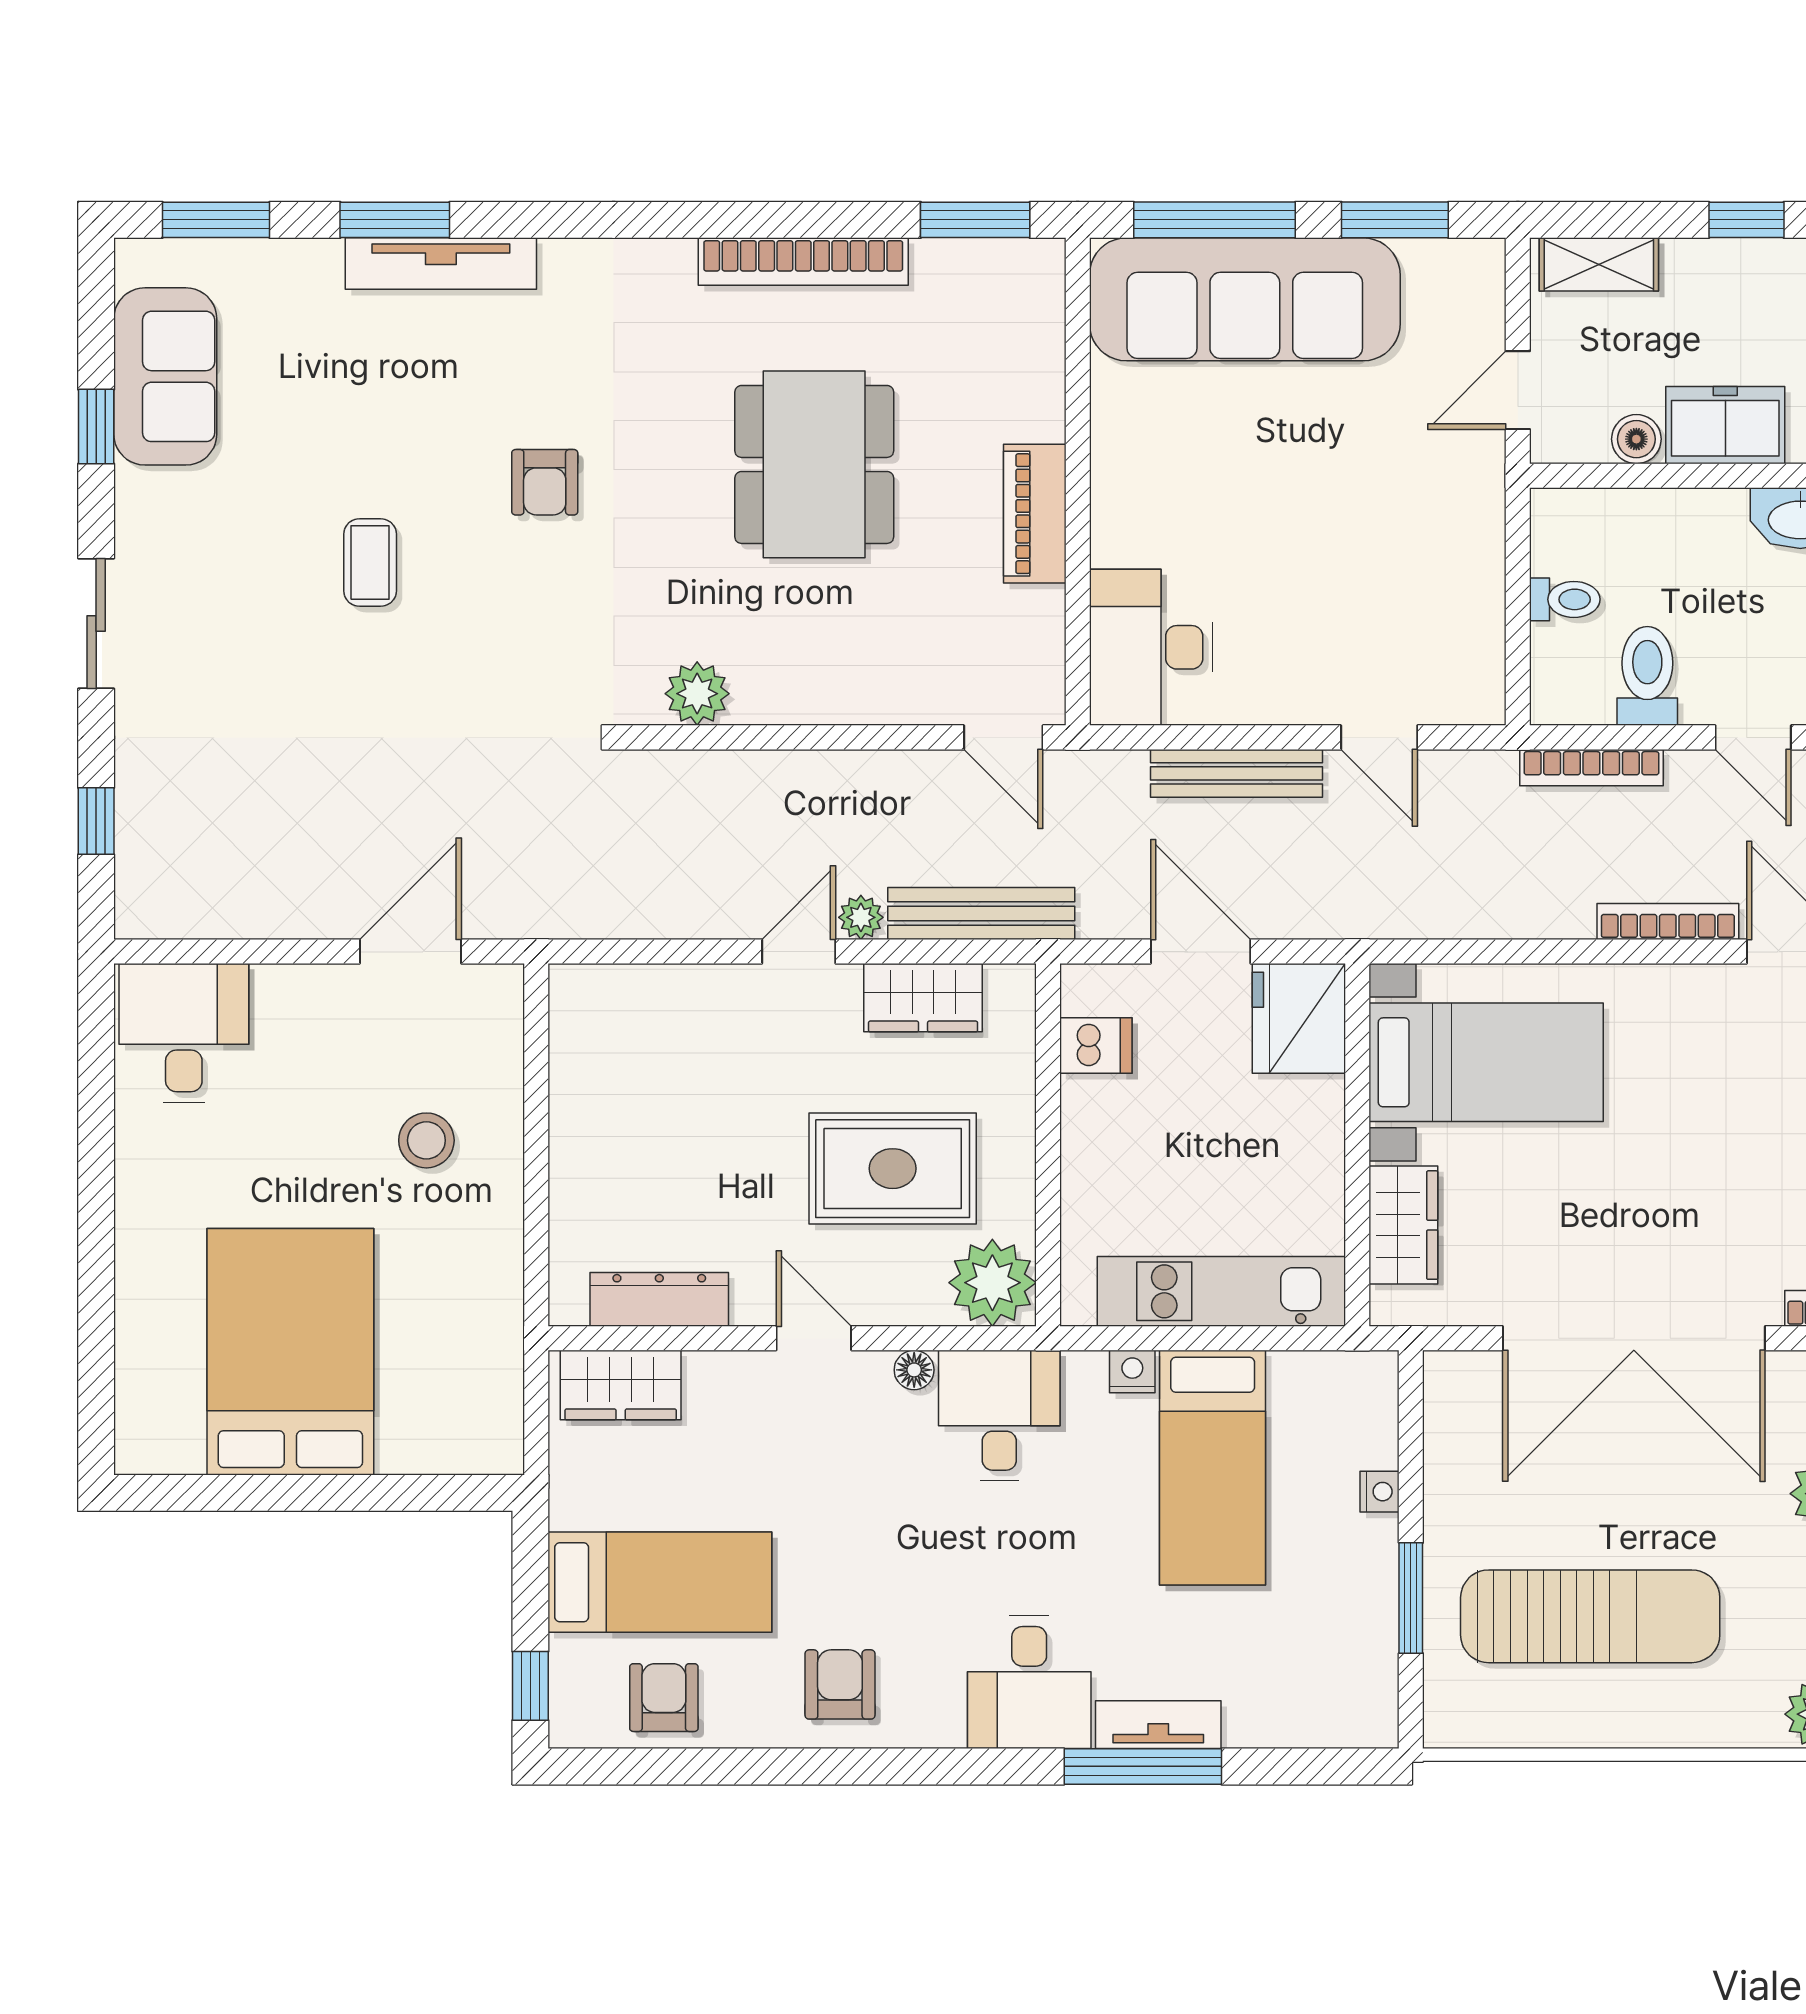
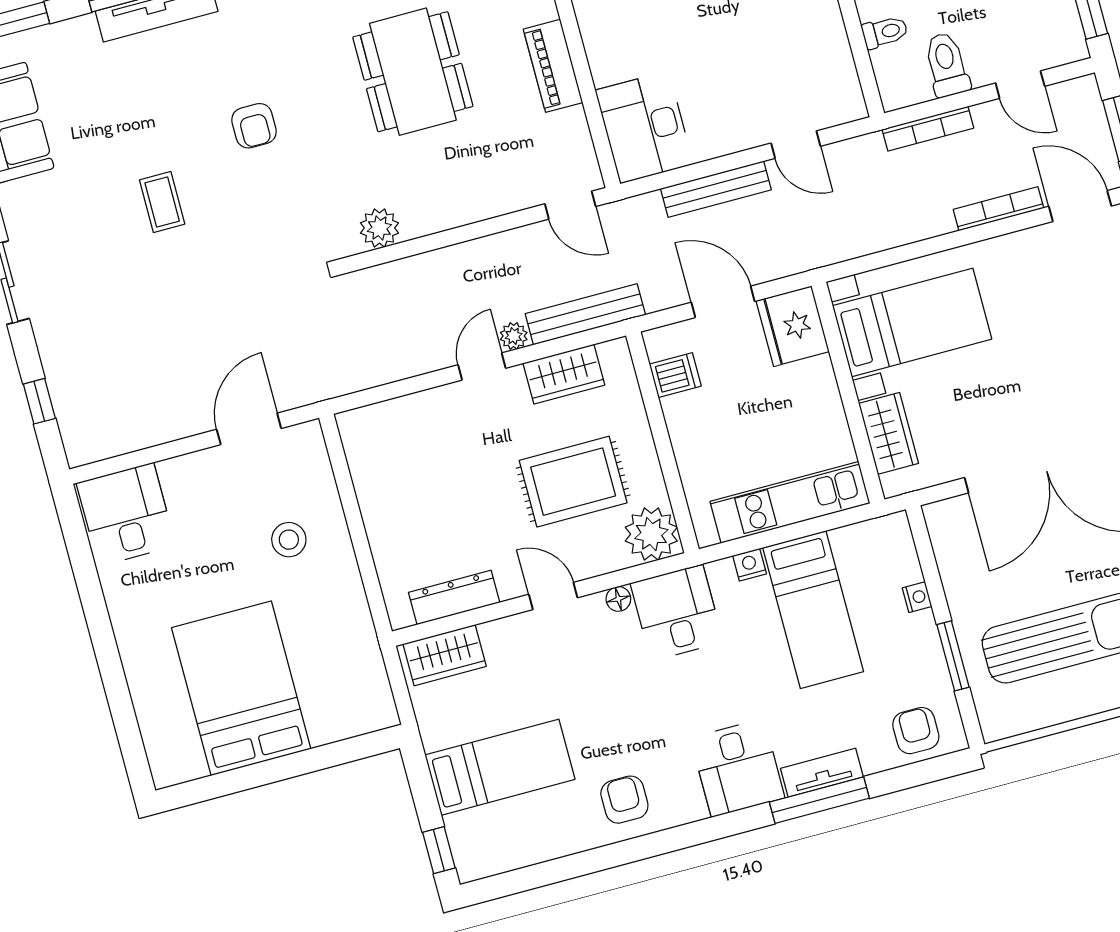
armchair: (664, 1698) -> (916, 731), moved

